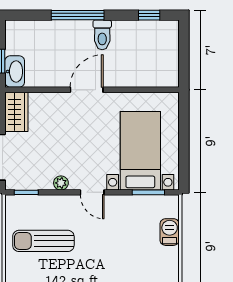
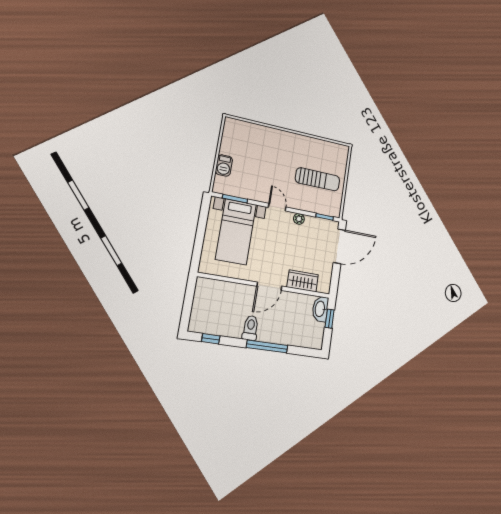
wardrobe: (16, 112) -> (303, 281), moved, turned 90

